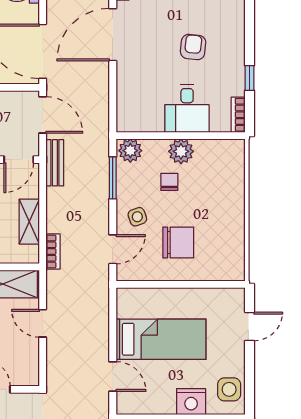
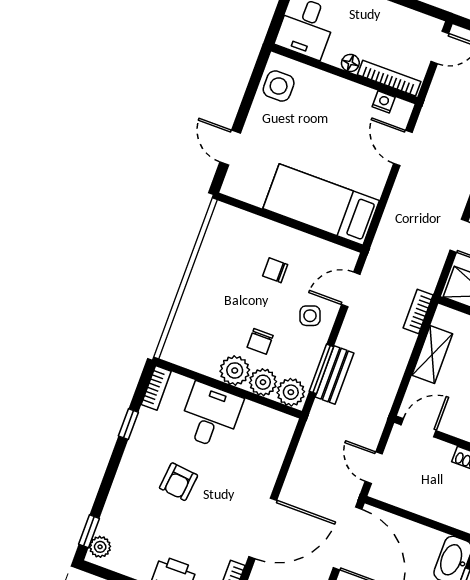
door: (43, 115) -> (374, 468), width x0.73
plant: (155, 150) -> (263, 382), added
bench: (55, 163) -> (335, 375), moved
chair: (178, 243) -> (275, 270), width x0.54, depth x0.54
door: (250, 326) -> (230, 148), hinge flipped
bed: (161, 339) -> (321, 205), moved
nightstand: (191, 402) -> (384, 102), moved, width x0.53, depth x0.56

